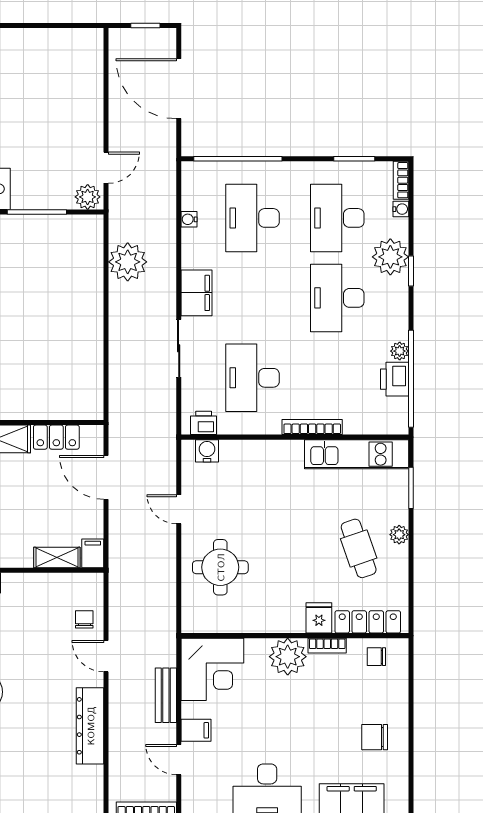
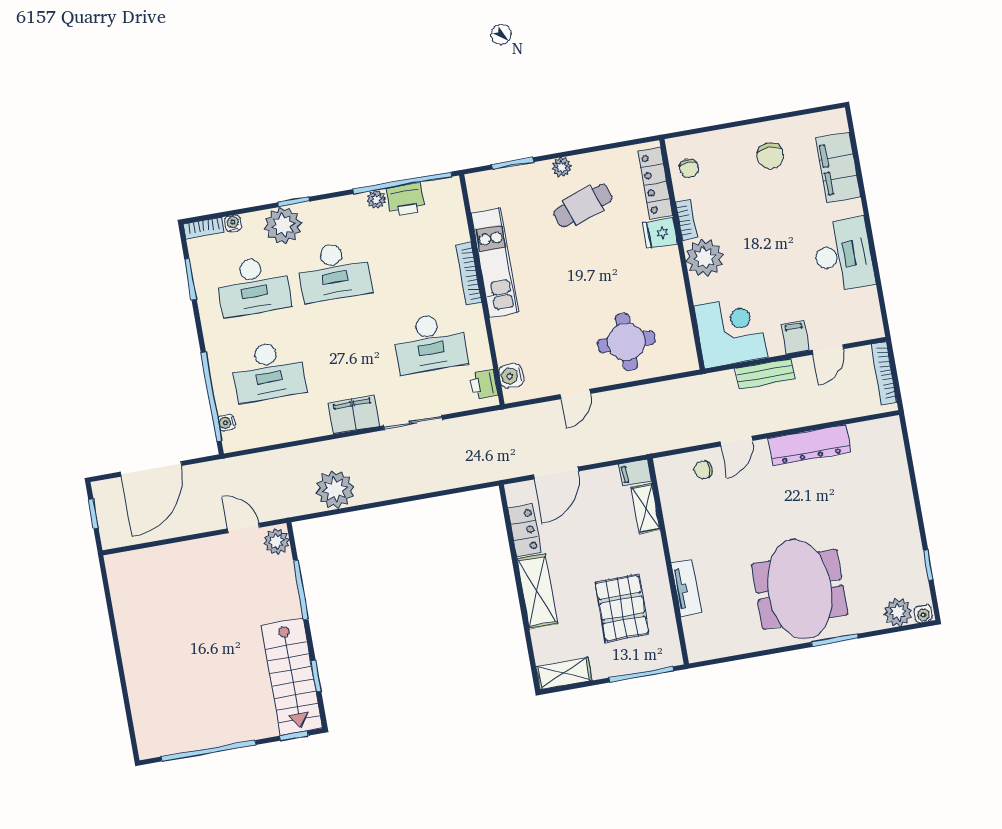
water cooler: (189, 219) -> (226, 423), moved, turned 90
kitchen unit: (357, 454) -> (495, 262), moved

